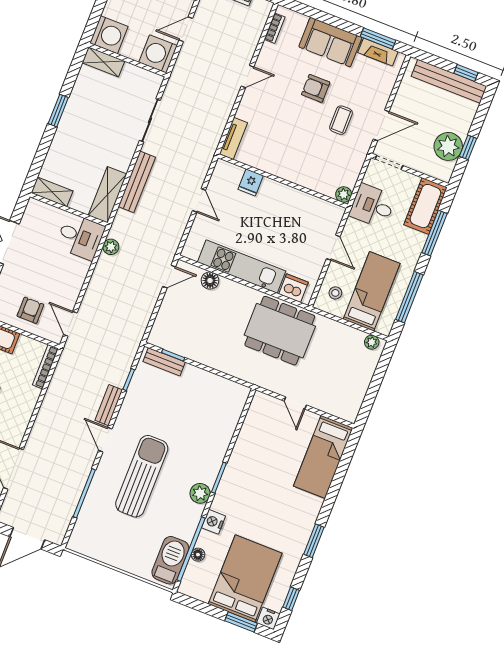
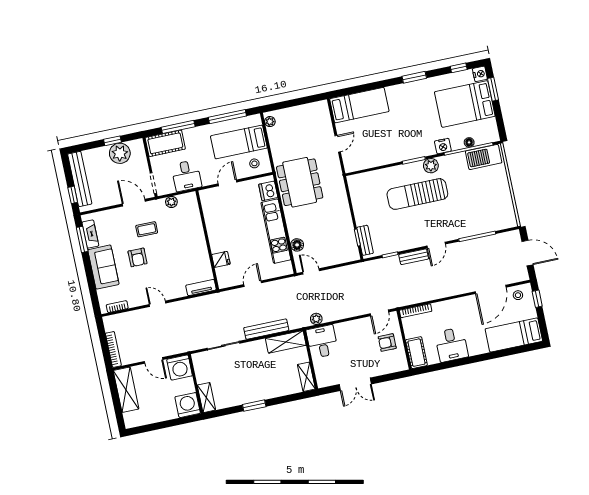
window: (466, 73) -> (73, 195), moved
plant: (344, 194) -> (171, 202), moved
sun lounger: (142, 476) -> (417, 194), moved

